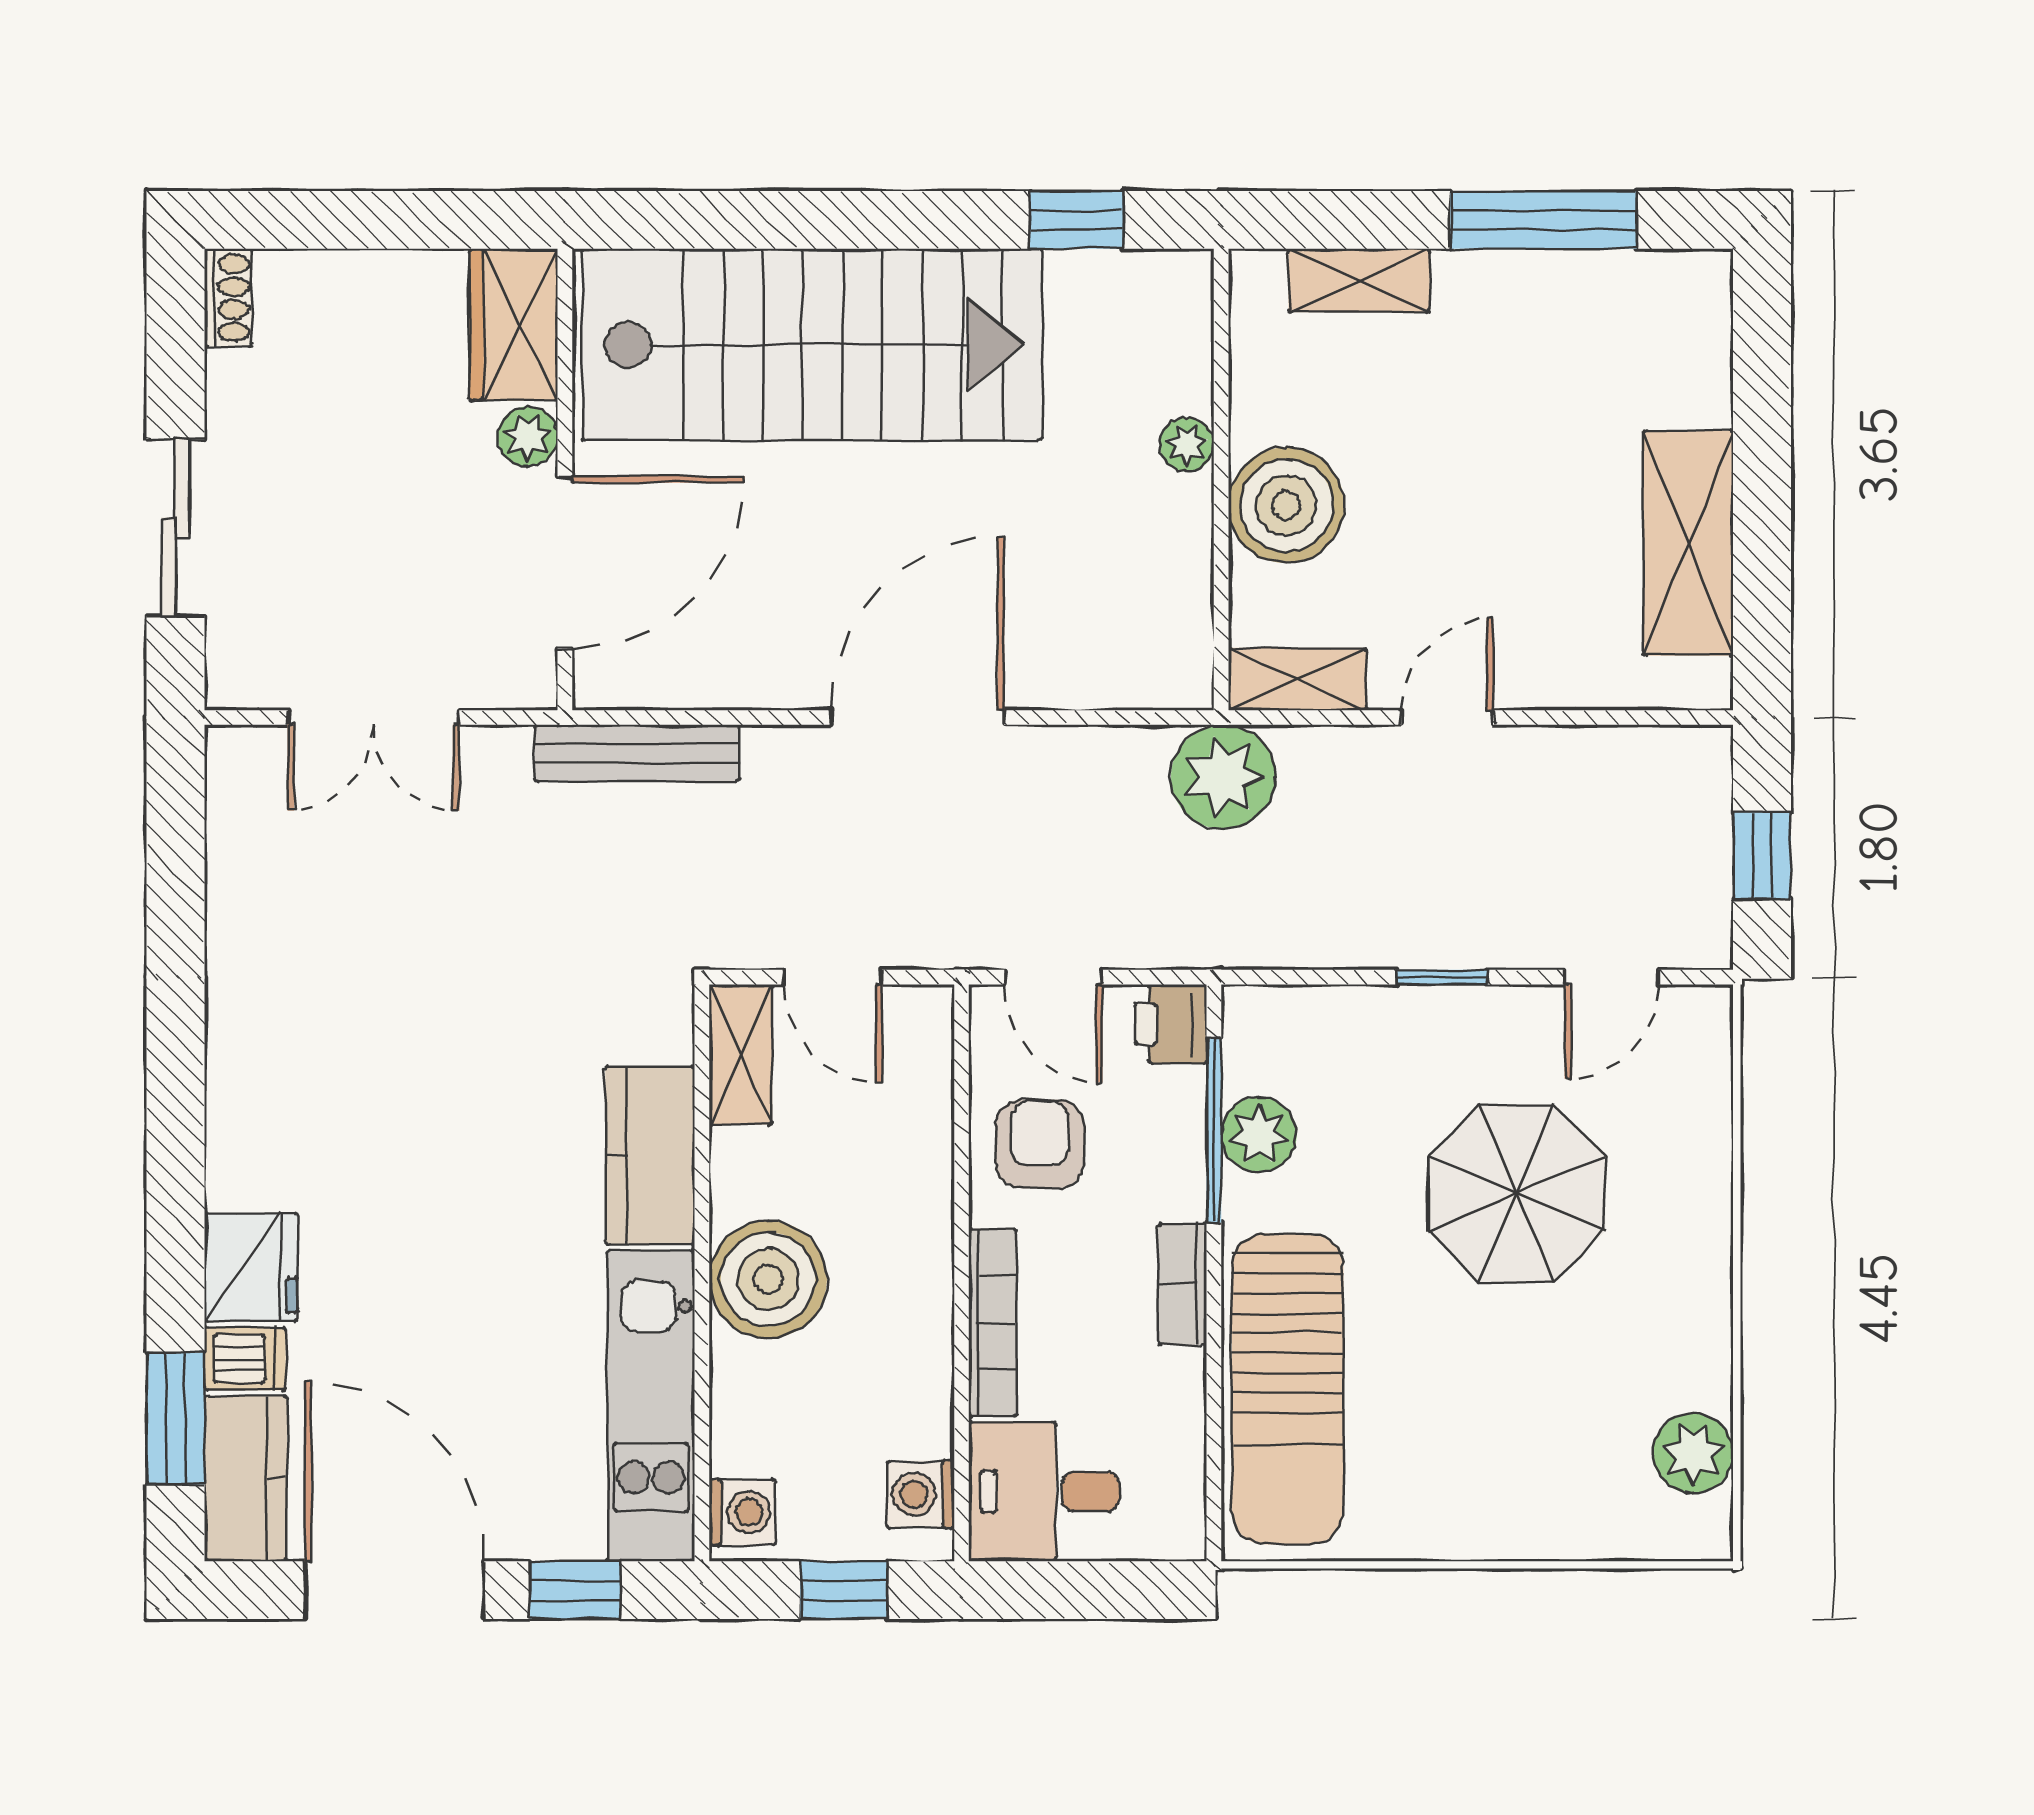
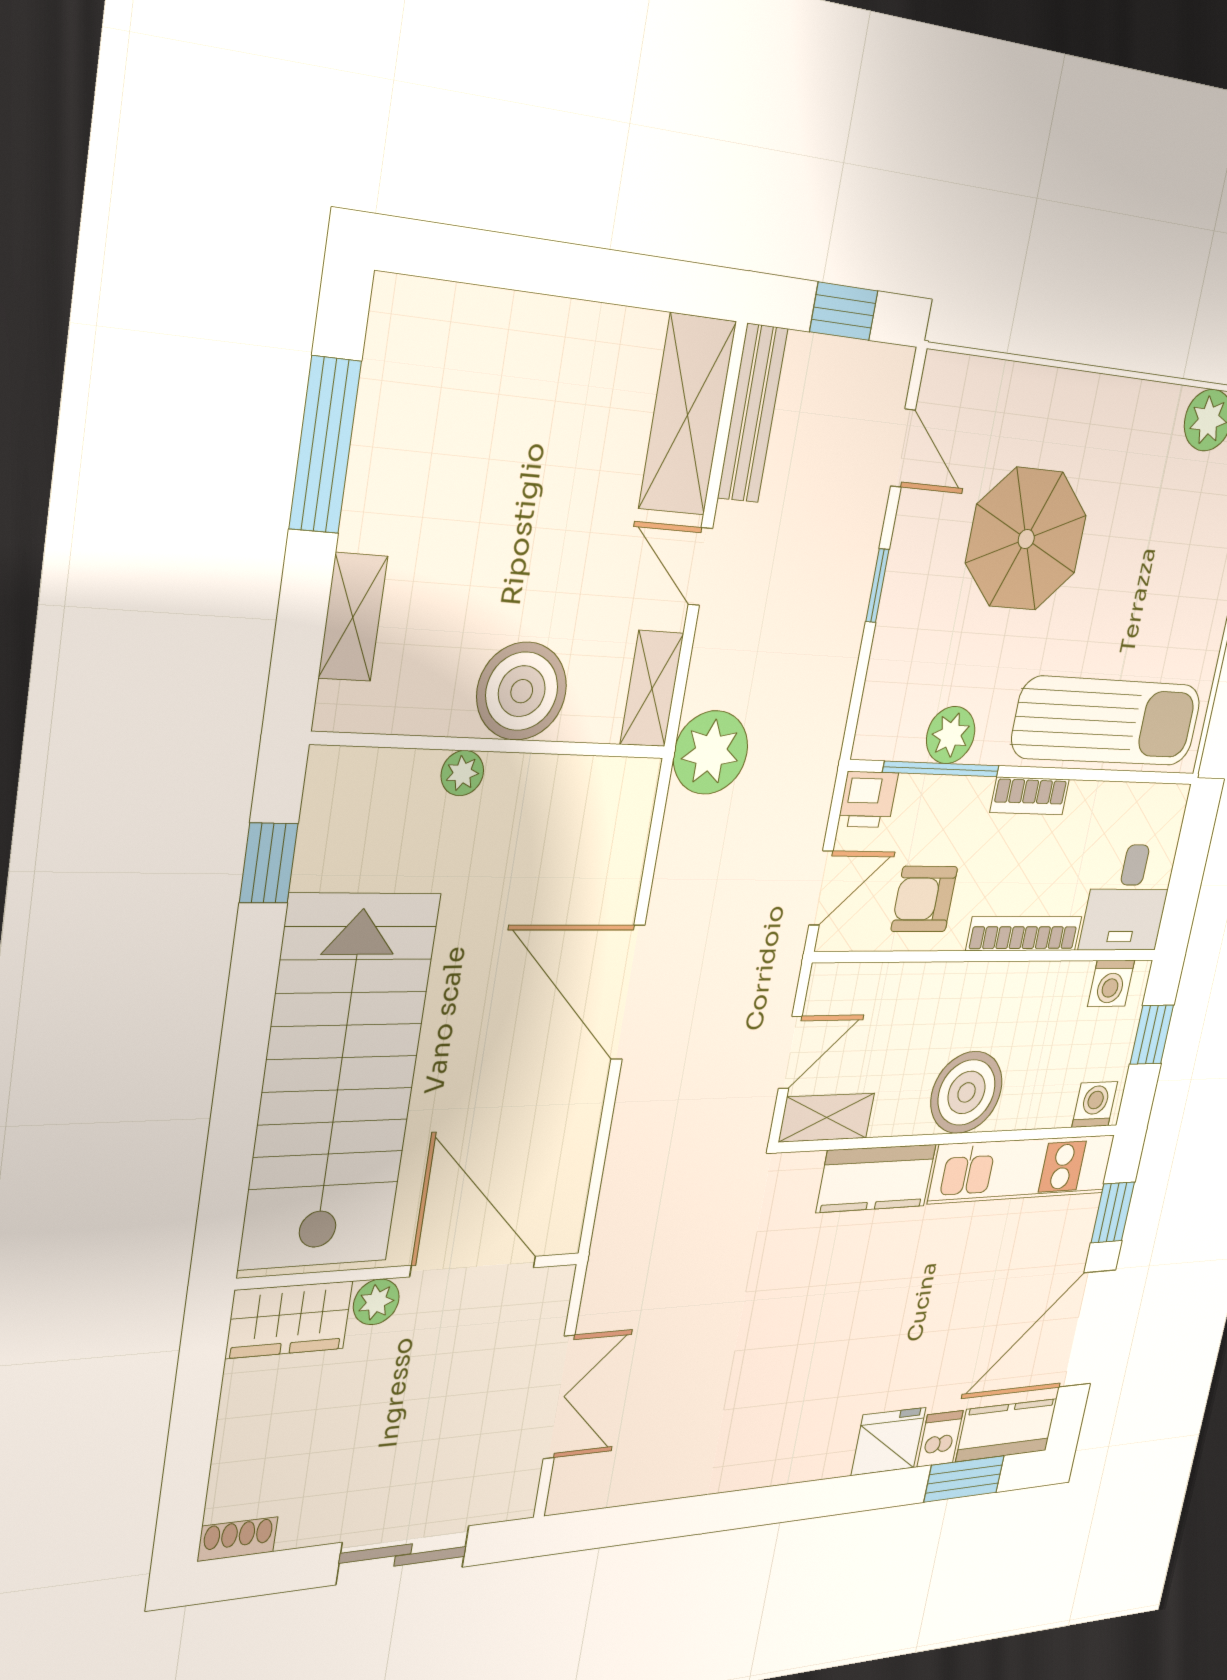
shelving: (1688, 543) -> (687, 415), moved, turned 90
bench: (637, 753) -> (752, 414), moved

